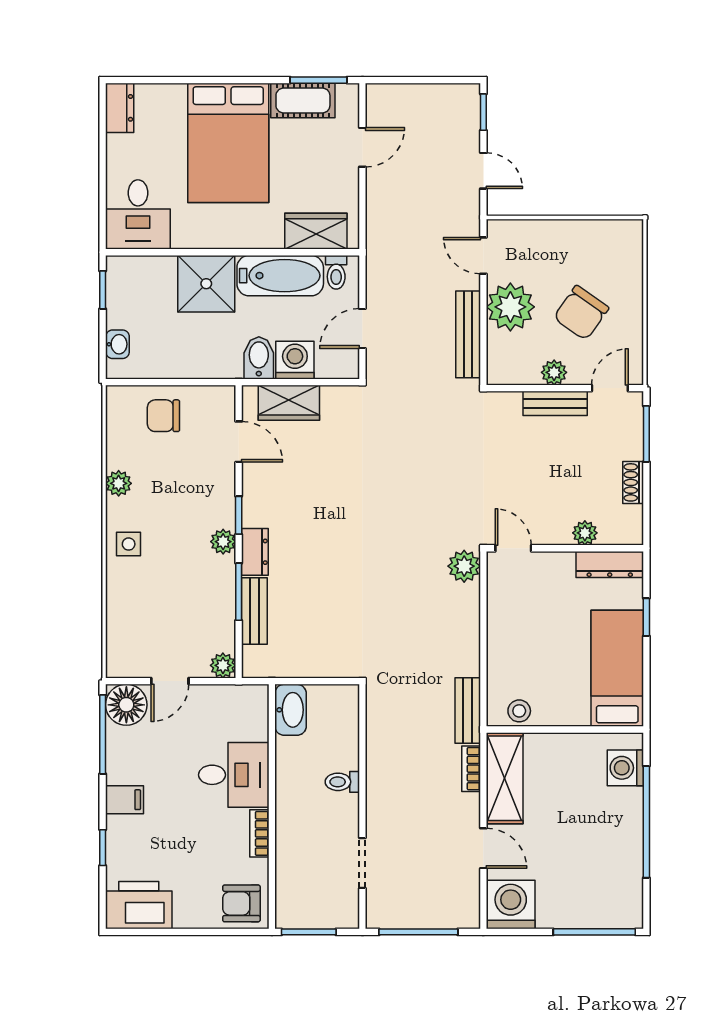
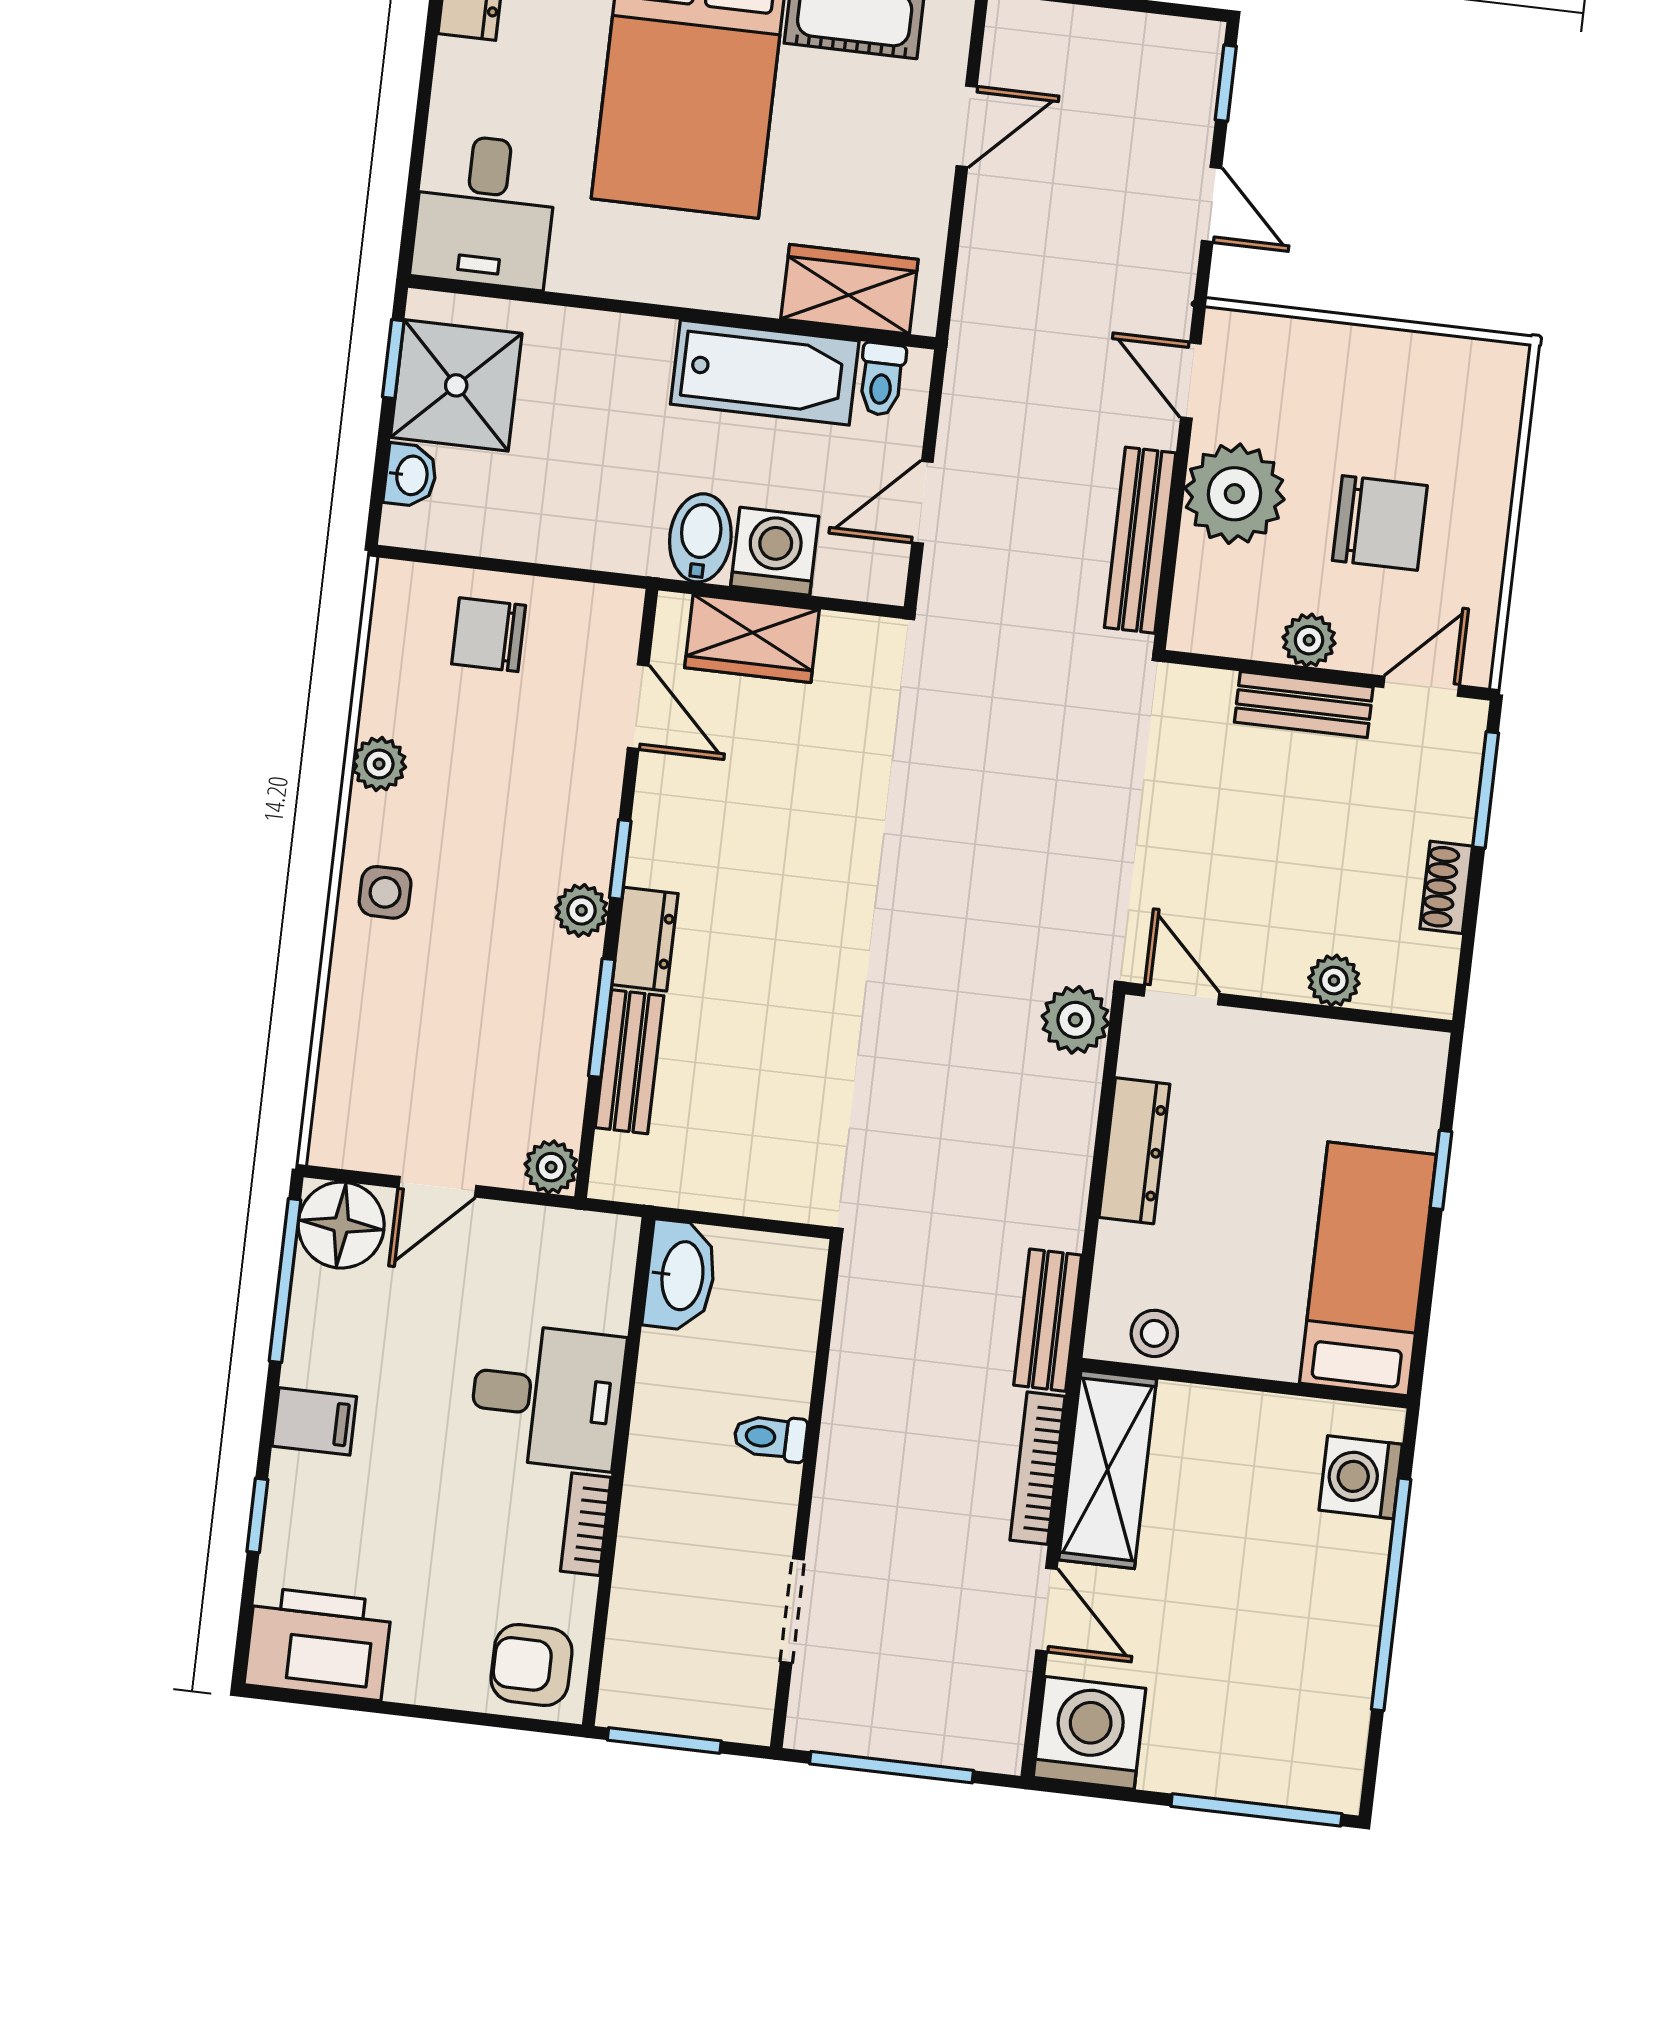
shower: (206, 284) -> (456, 385), moved
chair: (581, 313) -> (1380, 523), turned -125
dresser: (610, 564) -> (1134, 1151), moved, turned -90
bookcase: (471, 769) -> (1037, 1468), width x1.56

